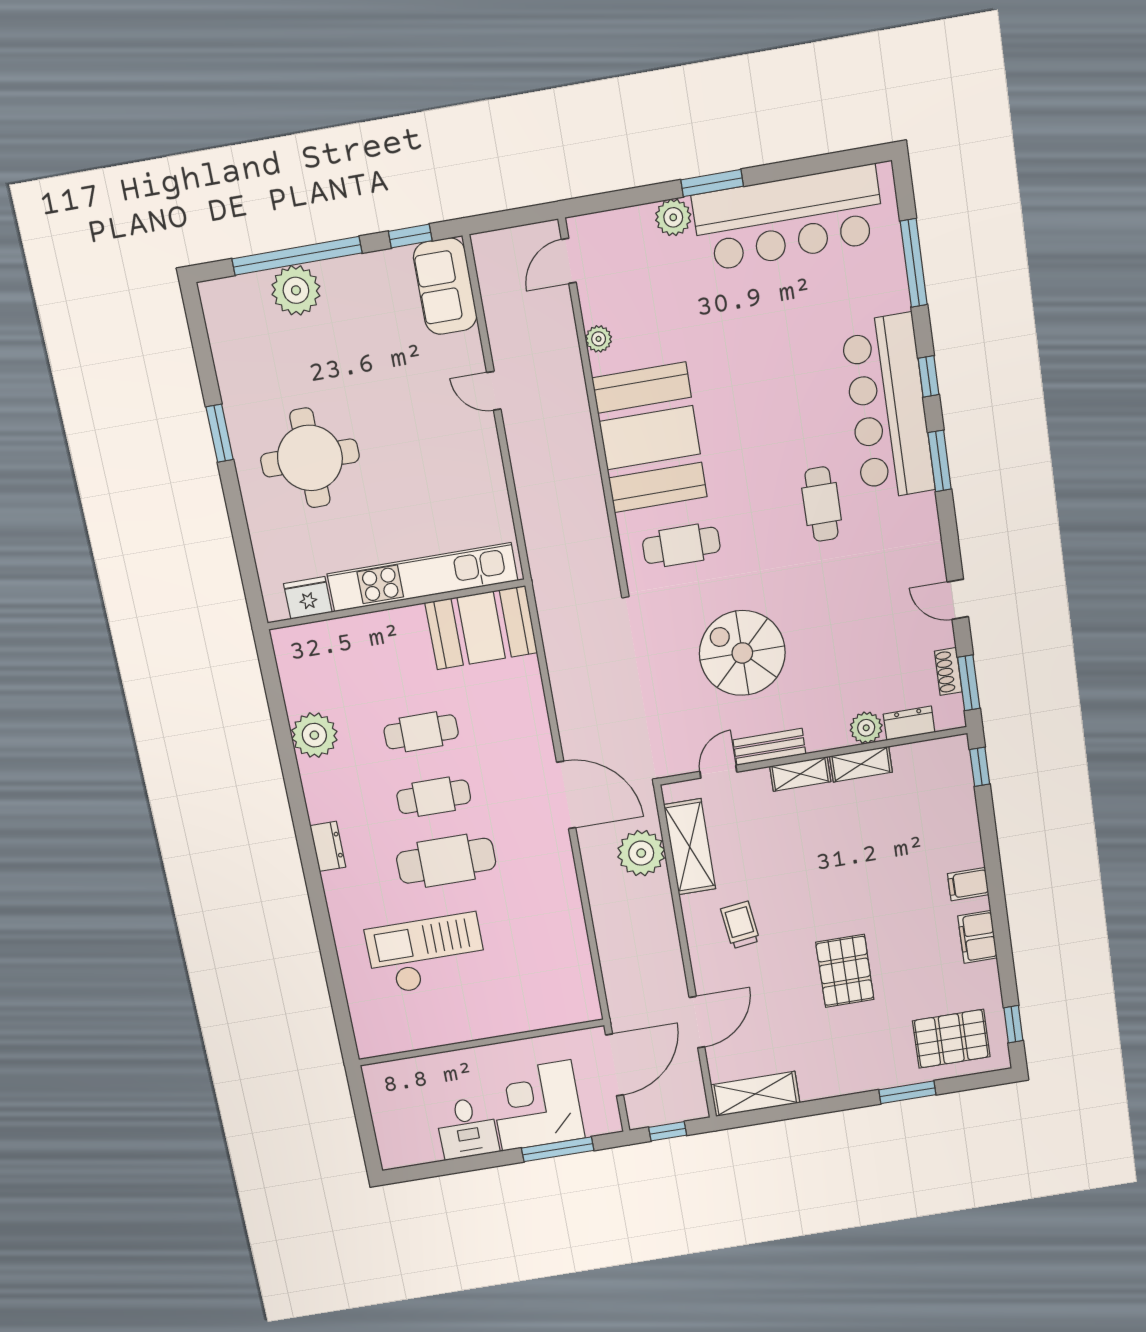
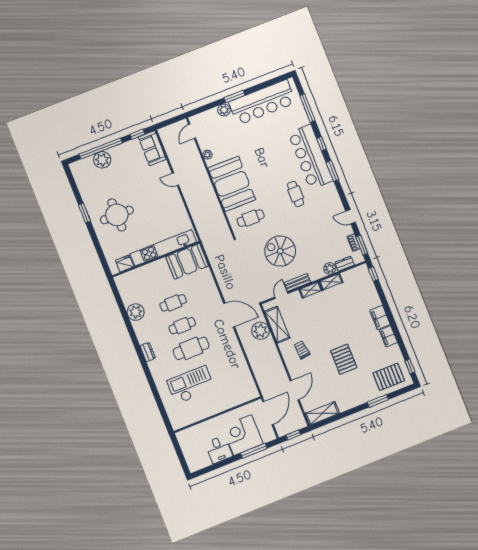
filing cabinet: (968, 884) -> (380, 317), width x2.00

